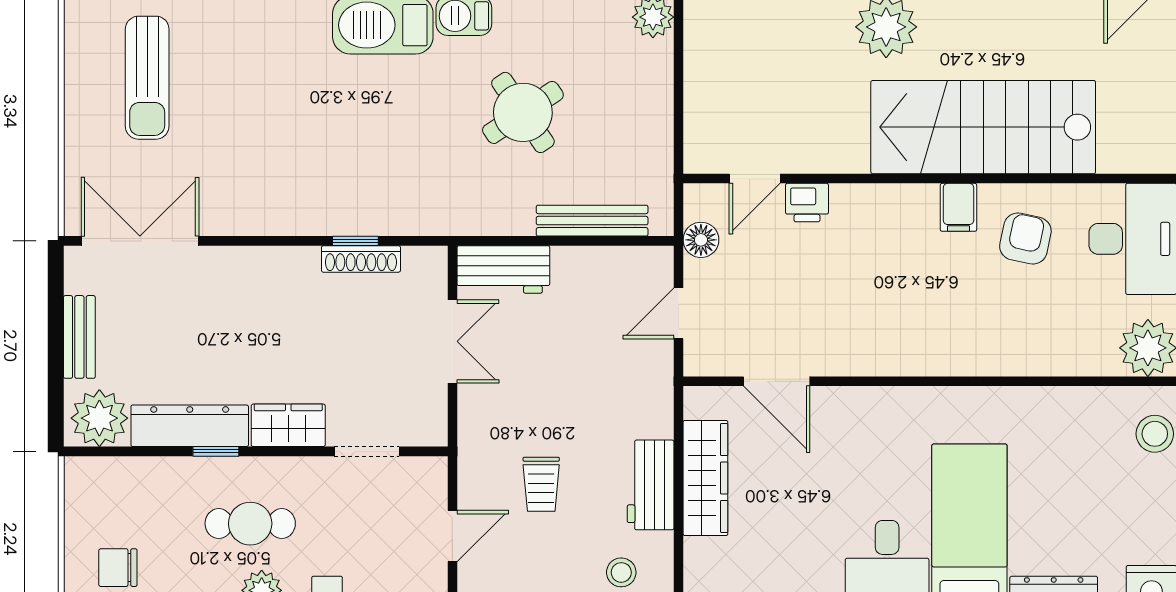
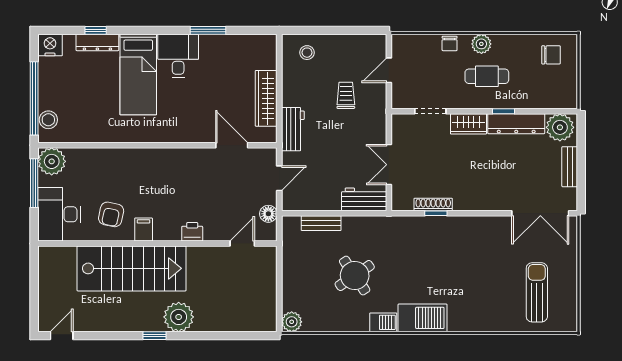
printer: (807, 203) -> (192, 232), moved
bench: (592, 221) -> (321, 223), width x0.73
workbench: (651, 485) -> (293, 129), moved

